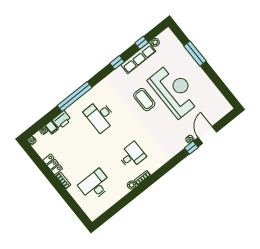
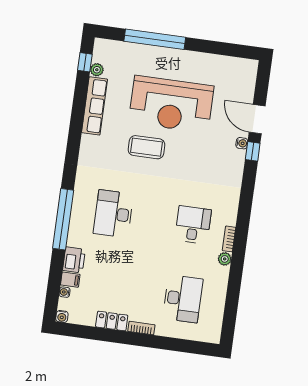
window: (142, 43) -> (85, 62), moved
window: (195, 54) -> (155, 39), width x1.46
window: (117, 62) -> (75, 134), removed
reception desk: (174, 91) -> (171, 104), turned 180
desk: (100, 116) -> (113, 214), turned 90
desk: (95, 185) -> (183, 299), turned 180

